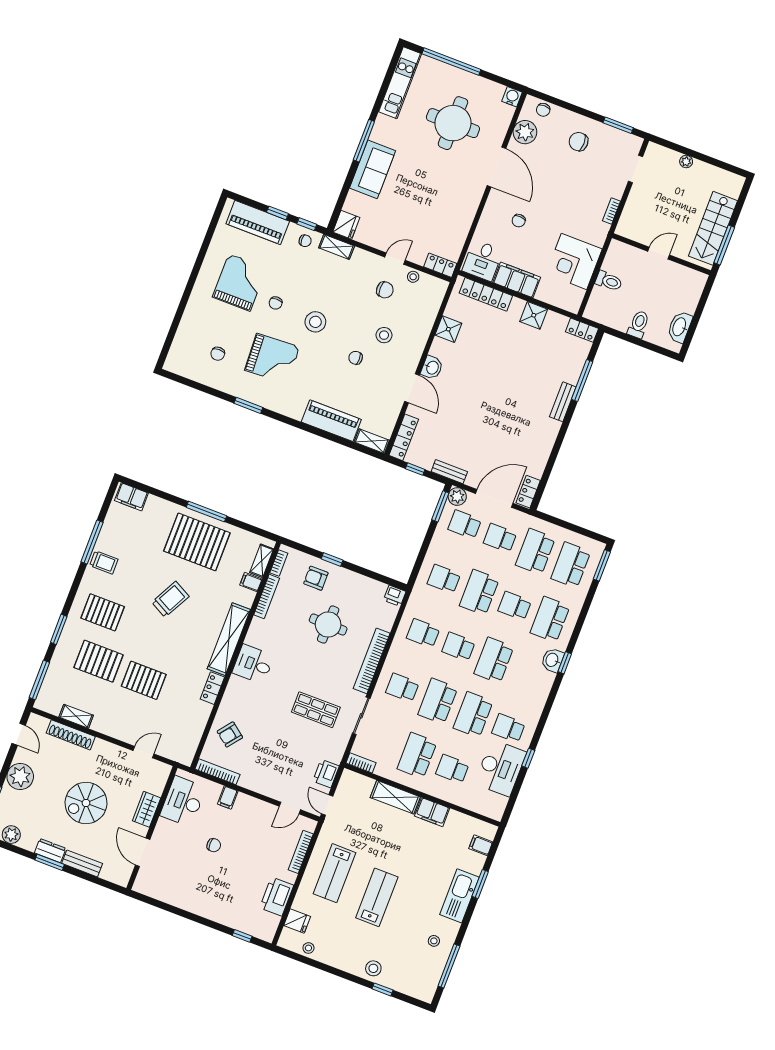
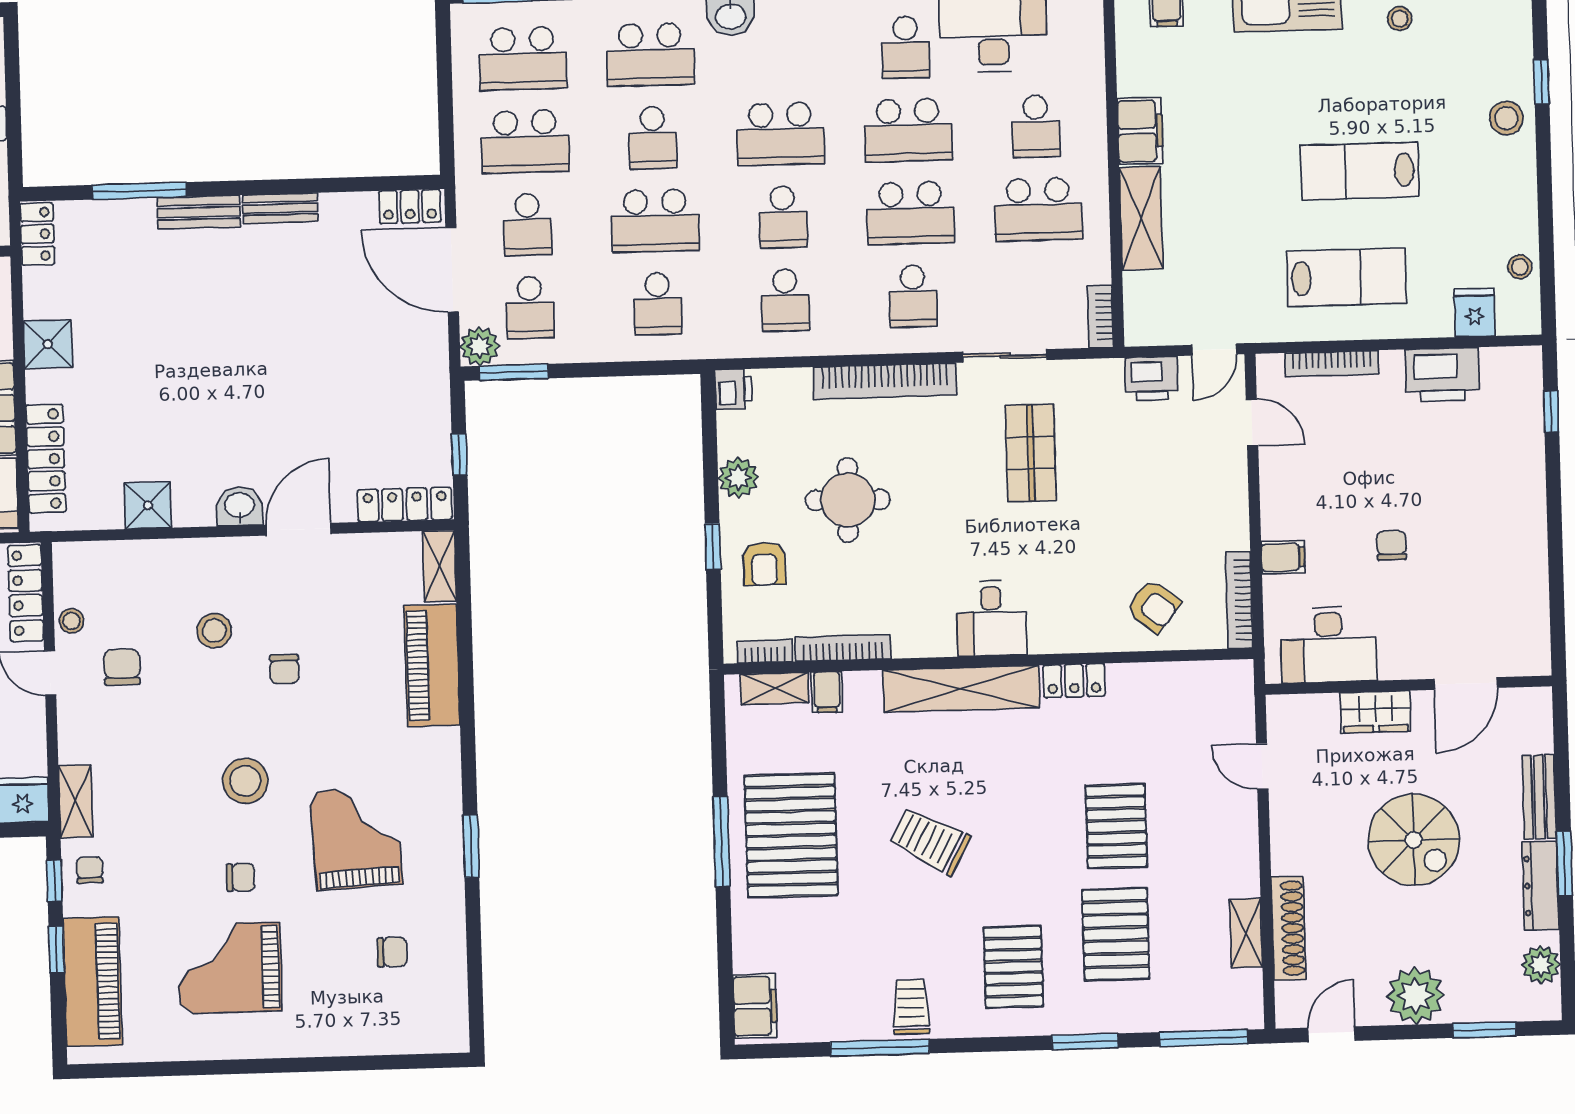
locker: (440, 265) -> (26, 593), width x1.53
bench: (449, 472) -> (280, 208), moved, turned 90
plant: (357, 582) -> (738, 478), added
dresser: (50, 851) -> (1541, 886), width x1.44

